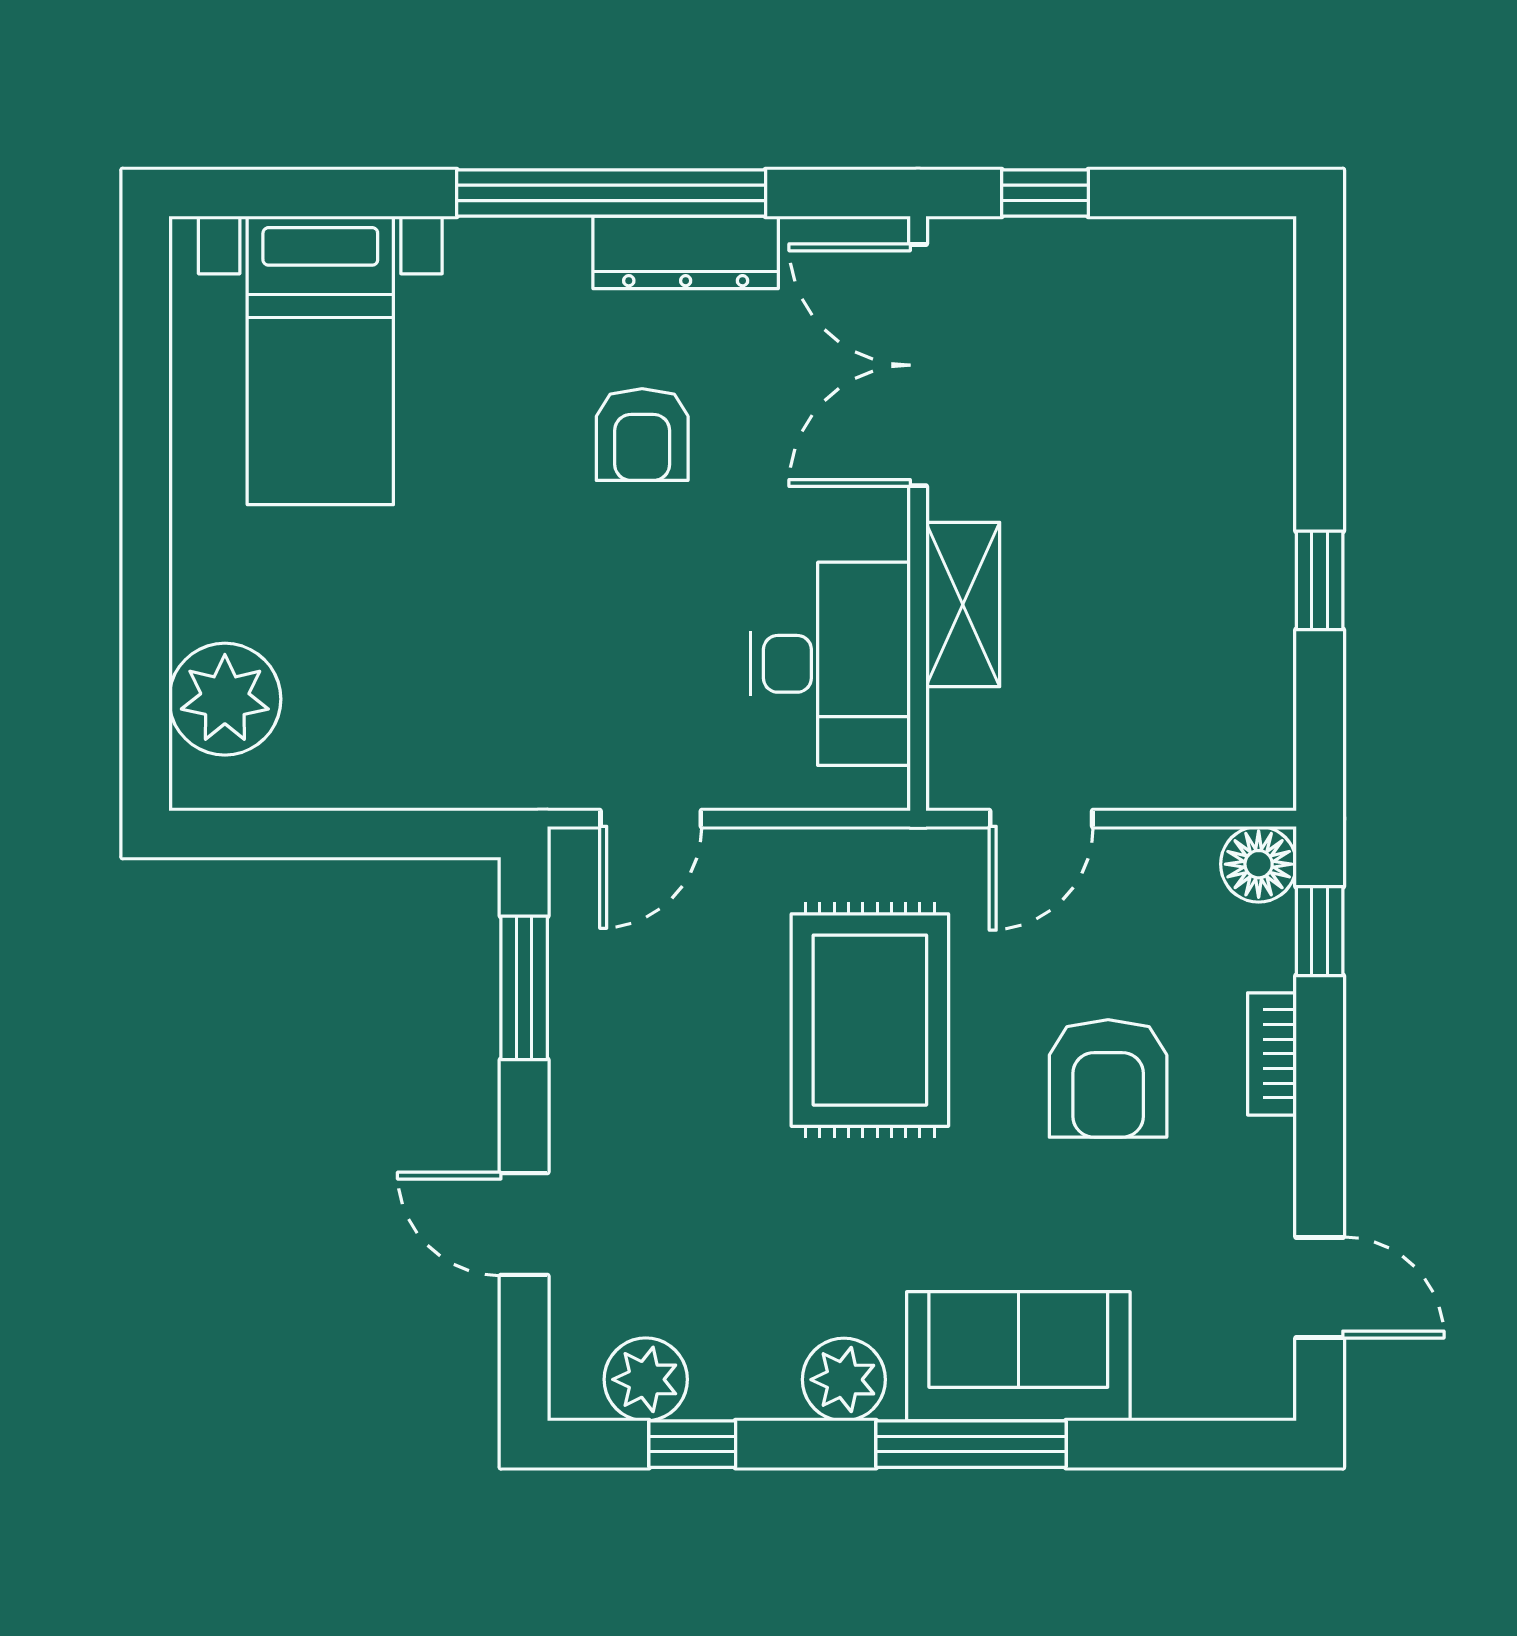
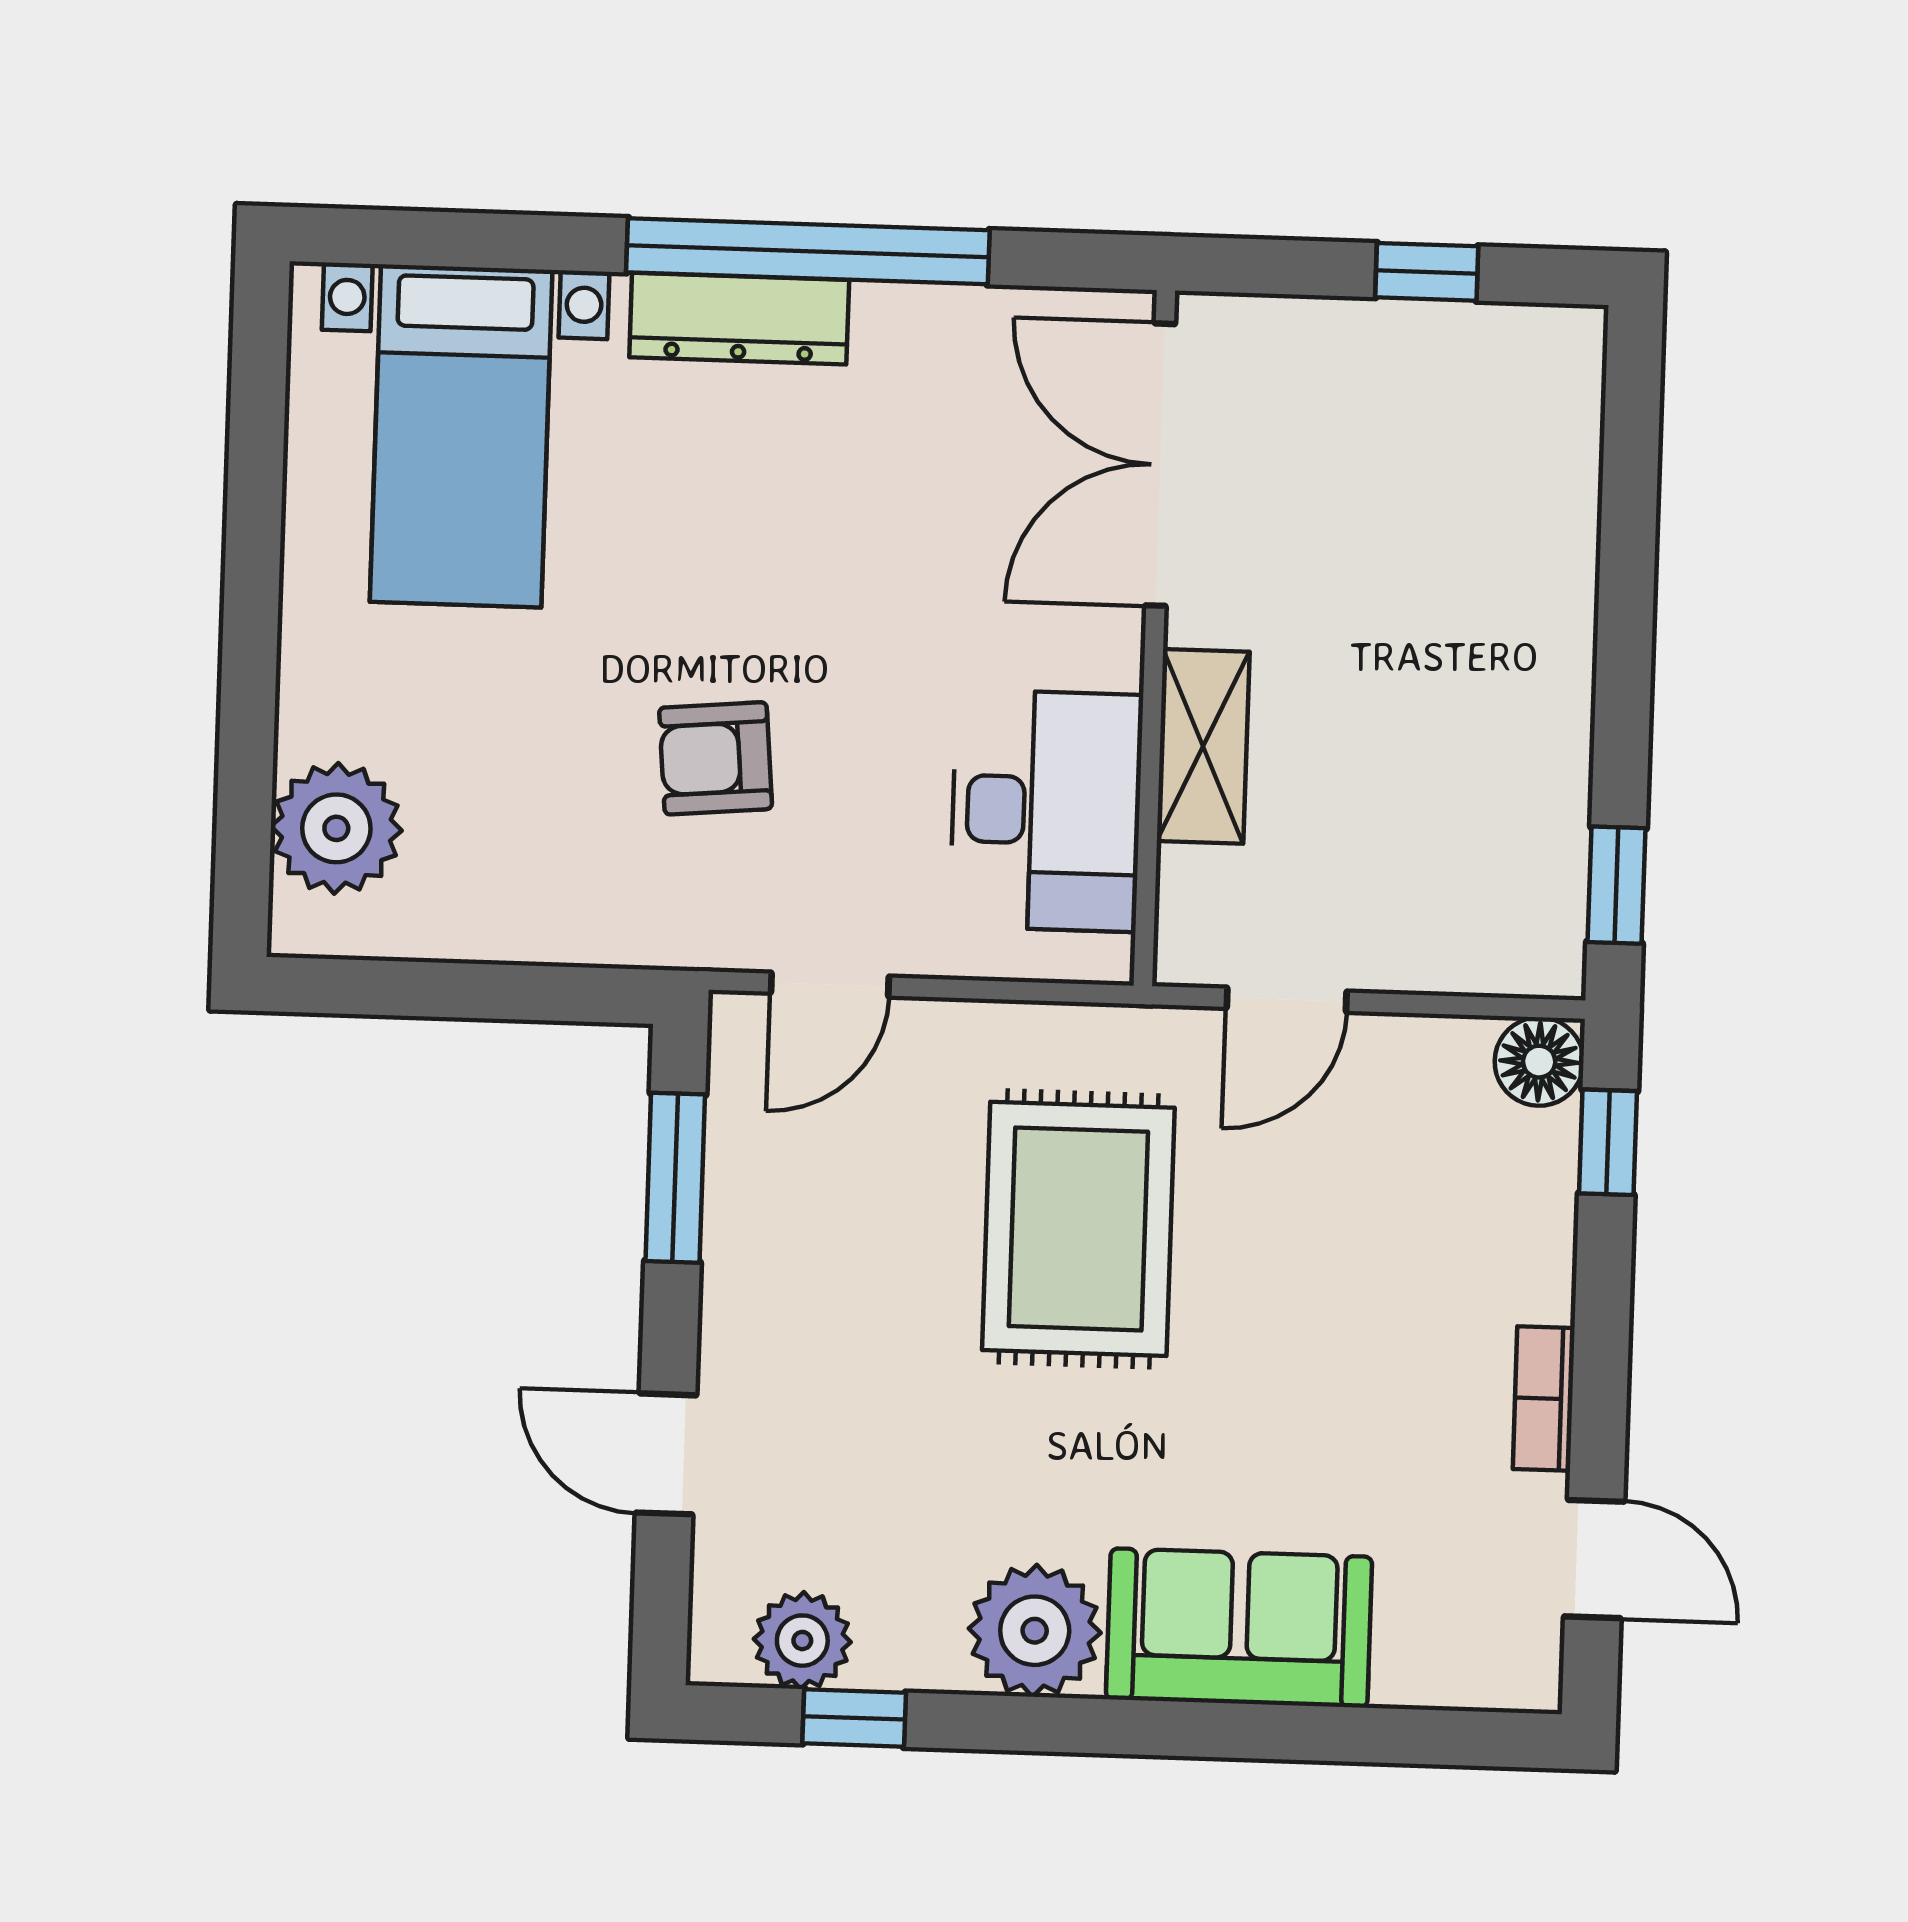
window: (1045, 193) -> (1427, 272), moved
dresser: (686, 252) -> (739, 319), moved
armchair: (642, 435) -> (716, 758), moved, turned 85
window: (1320, 580) -> (1617, 885), moved
bookcase: (1272, 1054) -> (1544, 1398), moved
armchair: (1108, 1078) -> (1355, 1306), removed
plant: (844, 1380) -> (1035, 1631), width x1.36, depth x1.36
window: (971, 1444) -> (1180, 1729), removed

